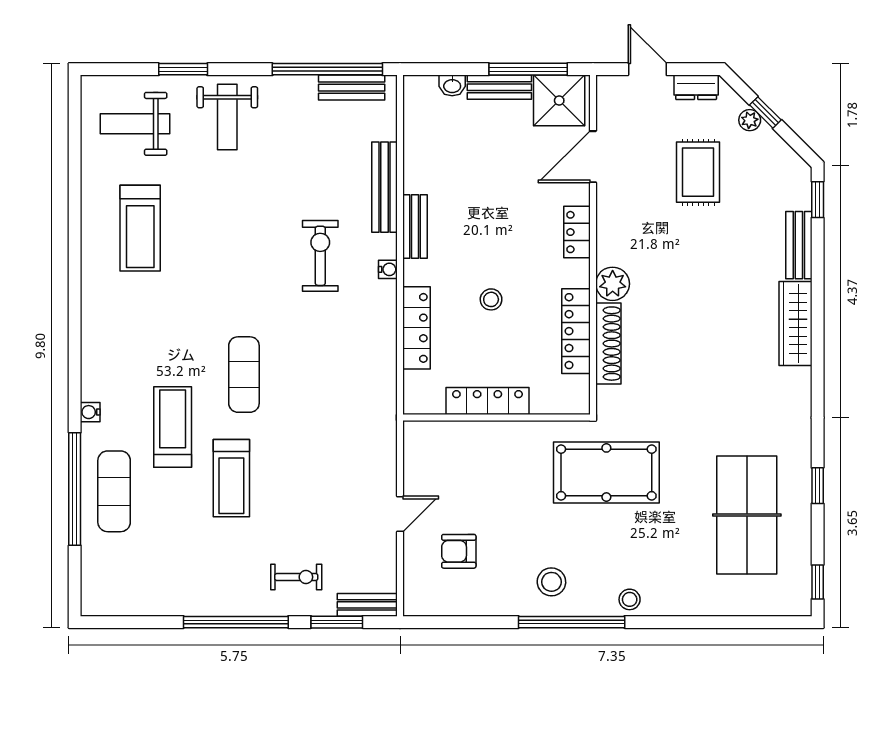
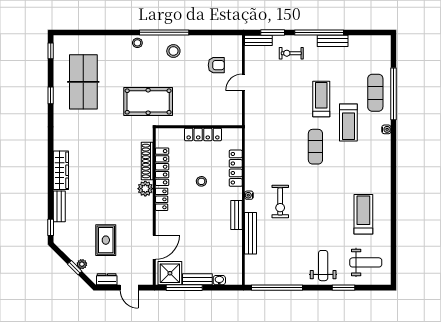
bench: (352, 88) -> (333, 41), moved
locker: (577, 232) -> (162, 199), moved

